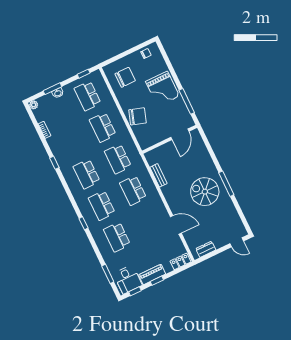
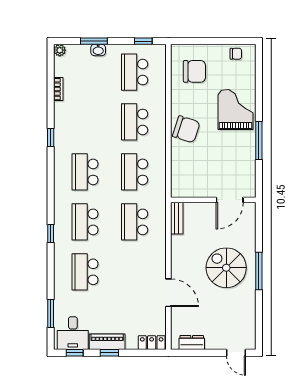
grand piano: (163, 89) -> (235, 109), turned 180
door: (180, 134) -> (230, 200), moved
wall: (170, 139) -> (213, 200), moved

